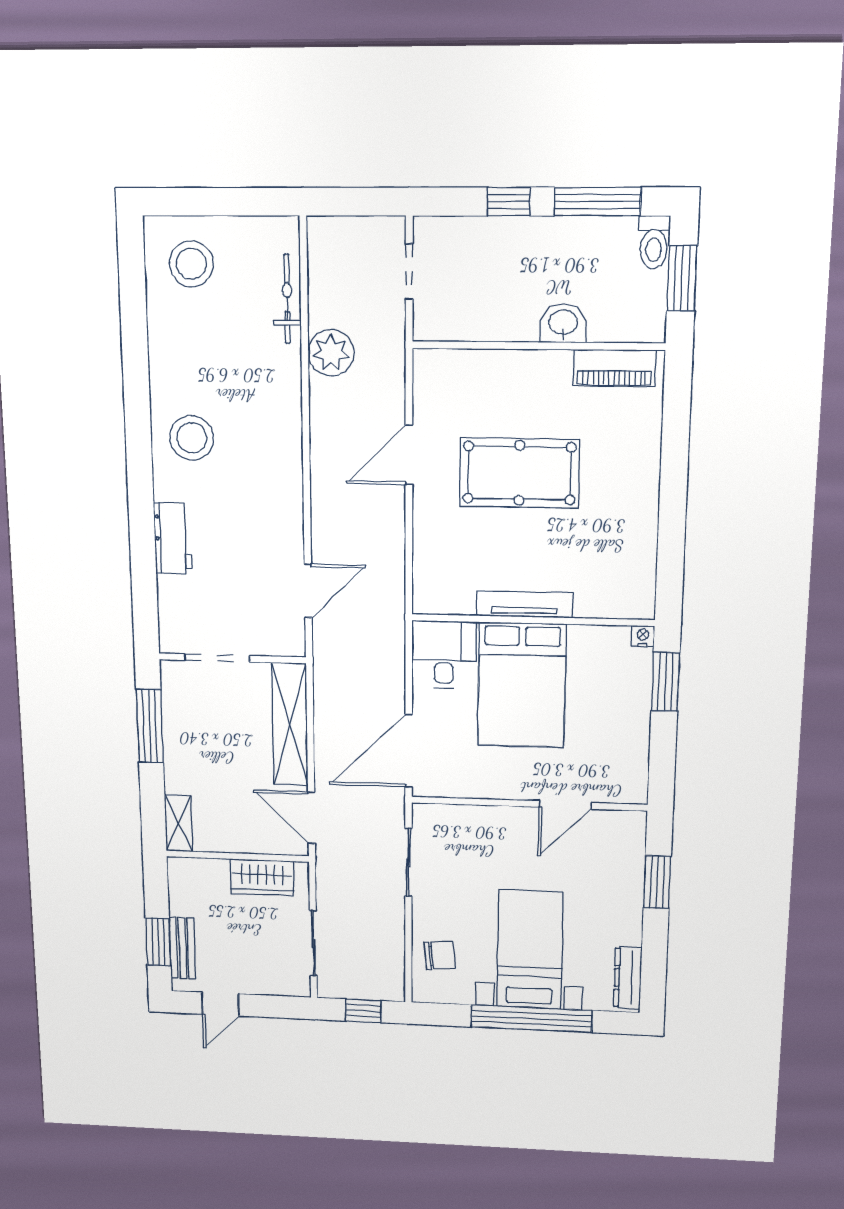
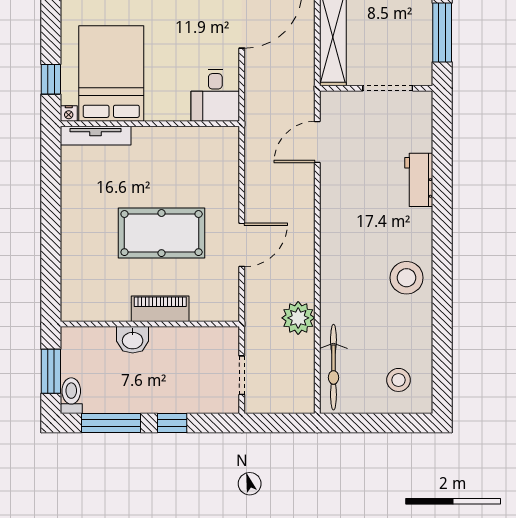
stool: (191, 264) -> (398, 380), width x0.73, depth x0.73
bicycle: (287, 299) -> (333, 367), width x1.37, depth x1.40
piano: (614, 368) -> (160, 309), moved
stool: (192, 438) -> (407, 278), moved
tv unit: (524, 604) -> (96, 136), moved
window: (665, 682) -> (51, 79), width x0.67
bed: (522, 685) -> (111, 73), moved

